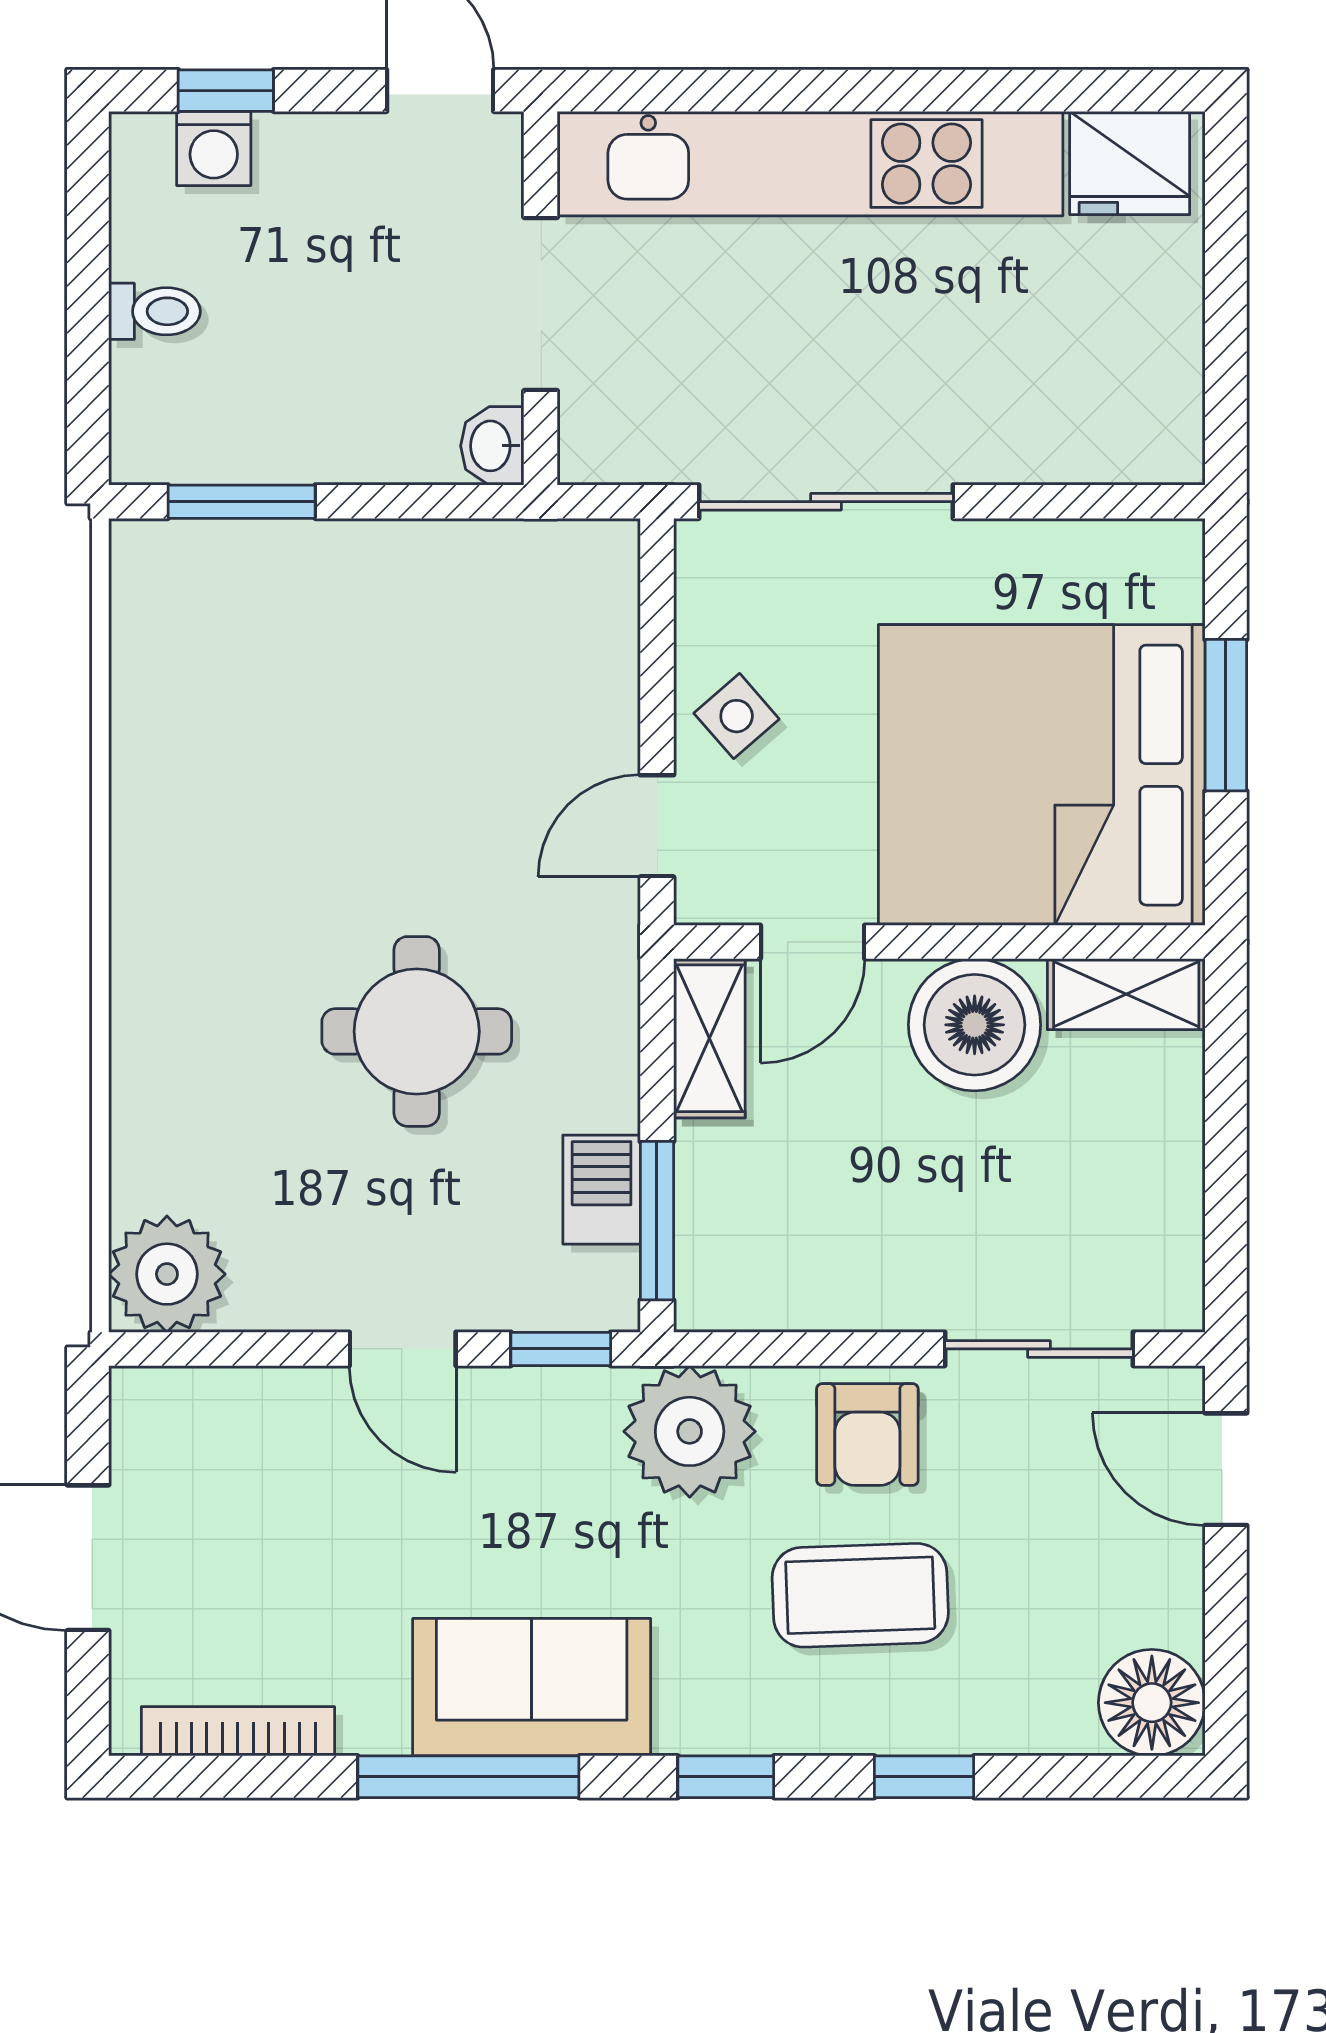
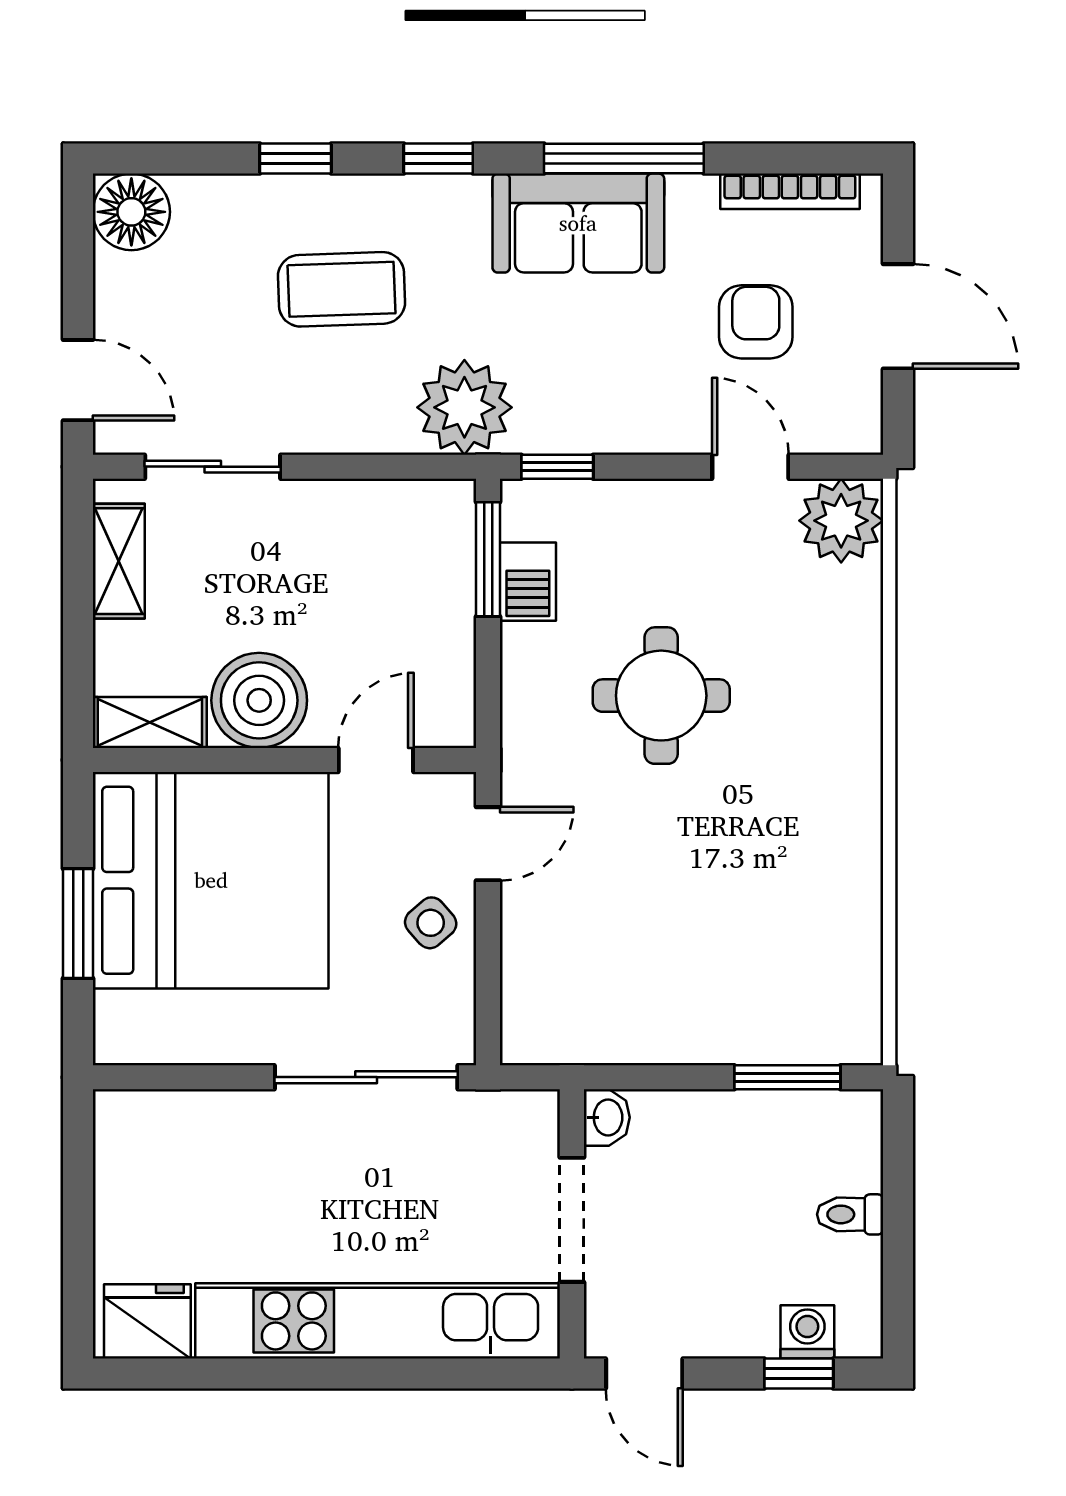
shelving: (709, 1038) -> (119, 561), moved
door: (403, 1349) -> (750, 467), moved
armchair: (867, 1435) -> (756, 322), moved

